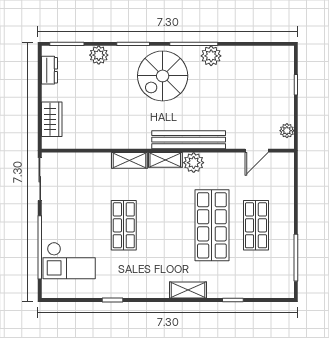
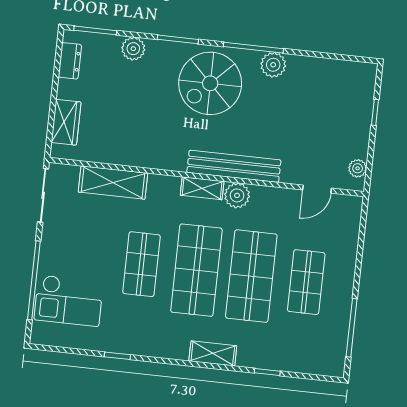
shelving: (129, 160) -> (113, 183), moved, width x1.50, depth x1.33
shop shelf: (168, 225) -> (196, 270), added

